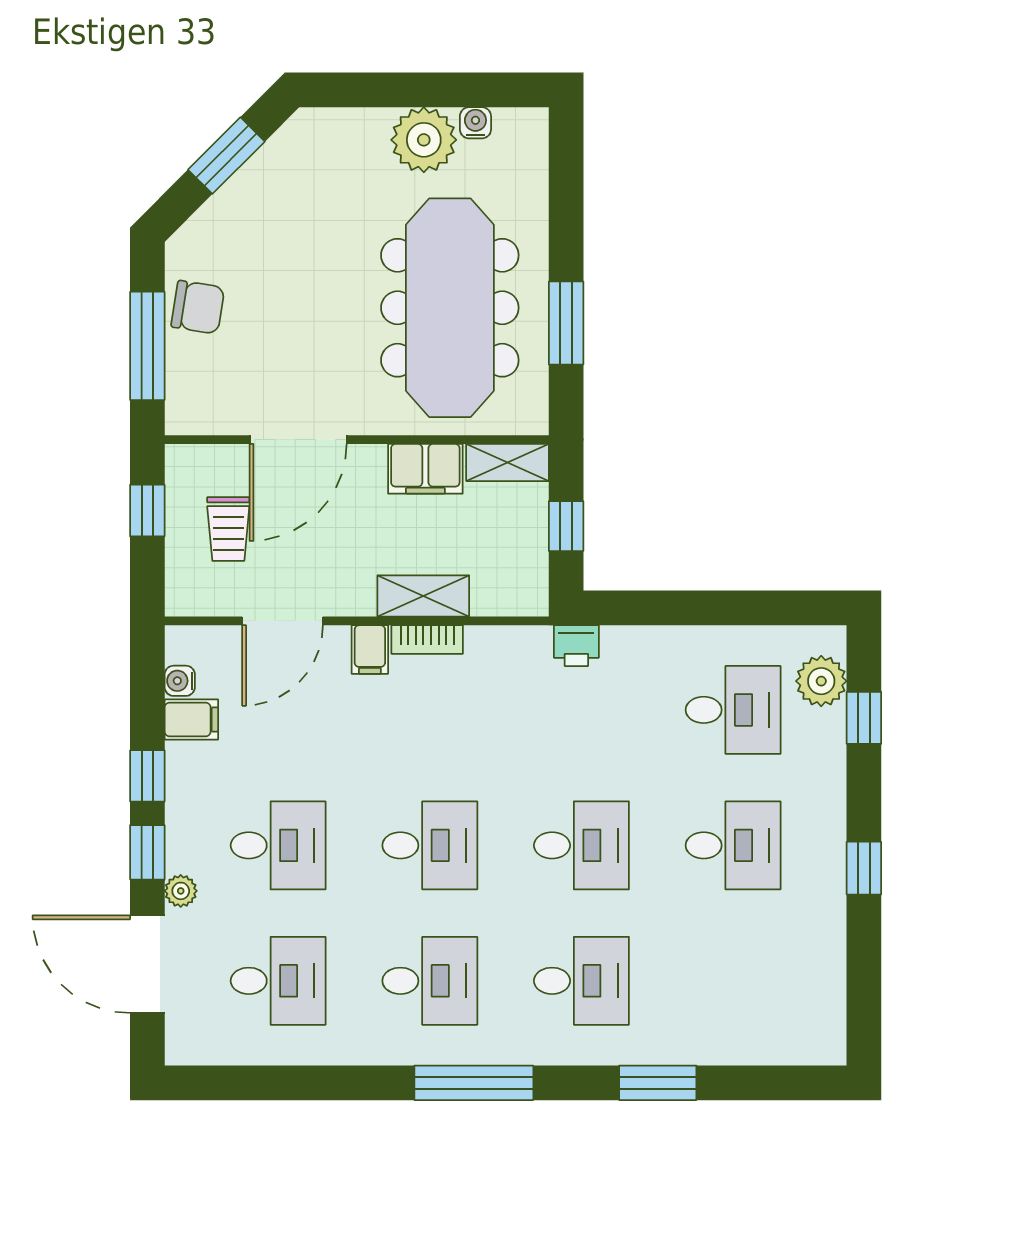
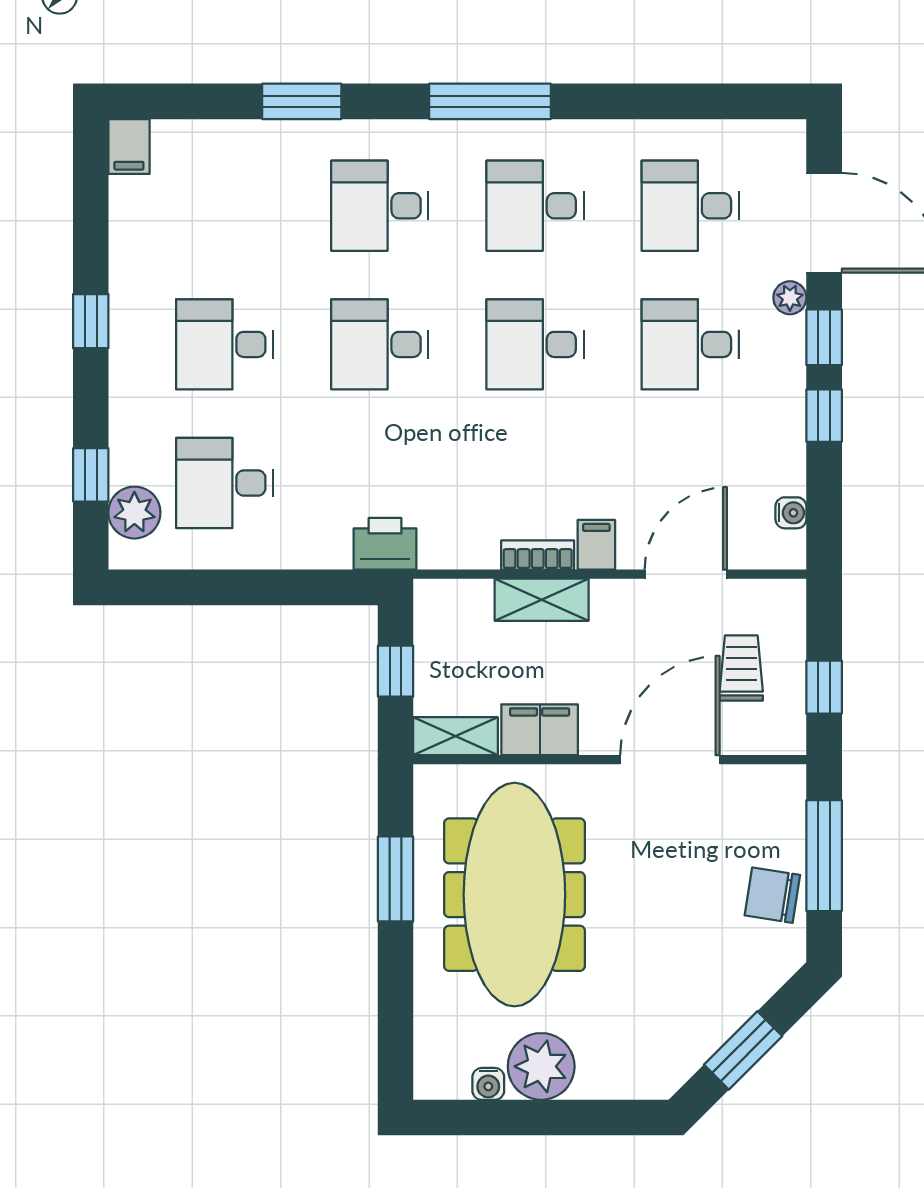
printer: (576, 646) -> (385, 544), width x1.36, depth x1.24
filing cabinet: (191, 719) -> (129, 146), moved, turned -90

